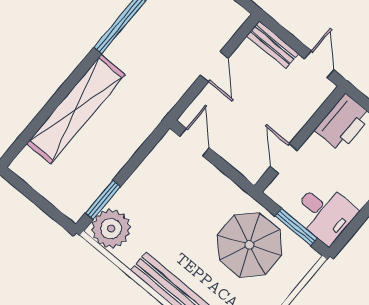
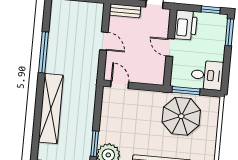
door: (284, 158) -> (170, 48), moved
window: (296, 227) -> (186, 91), moved

